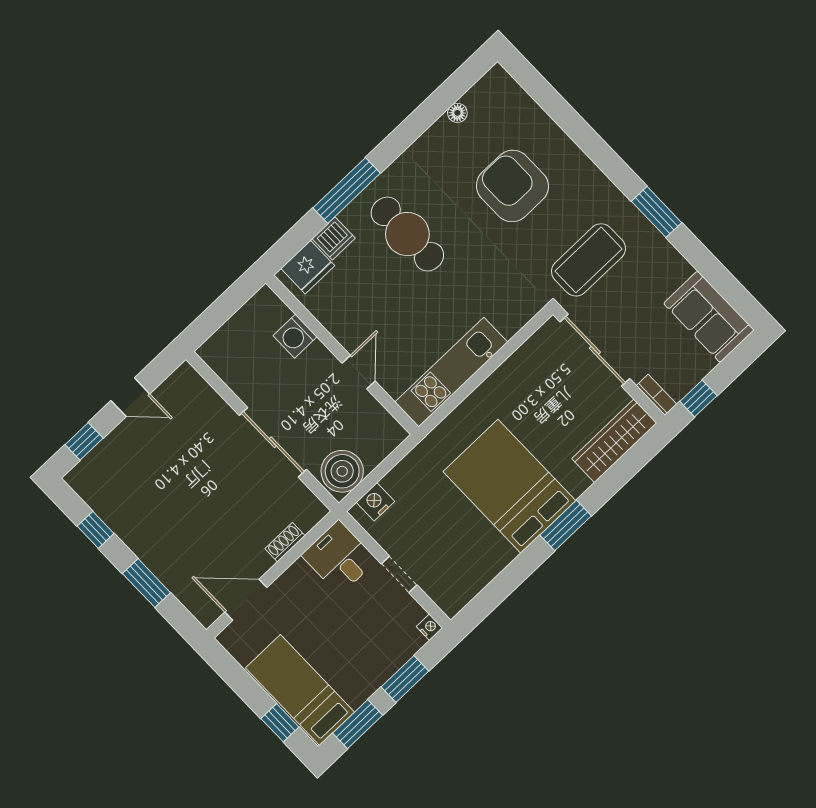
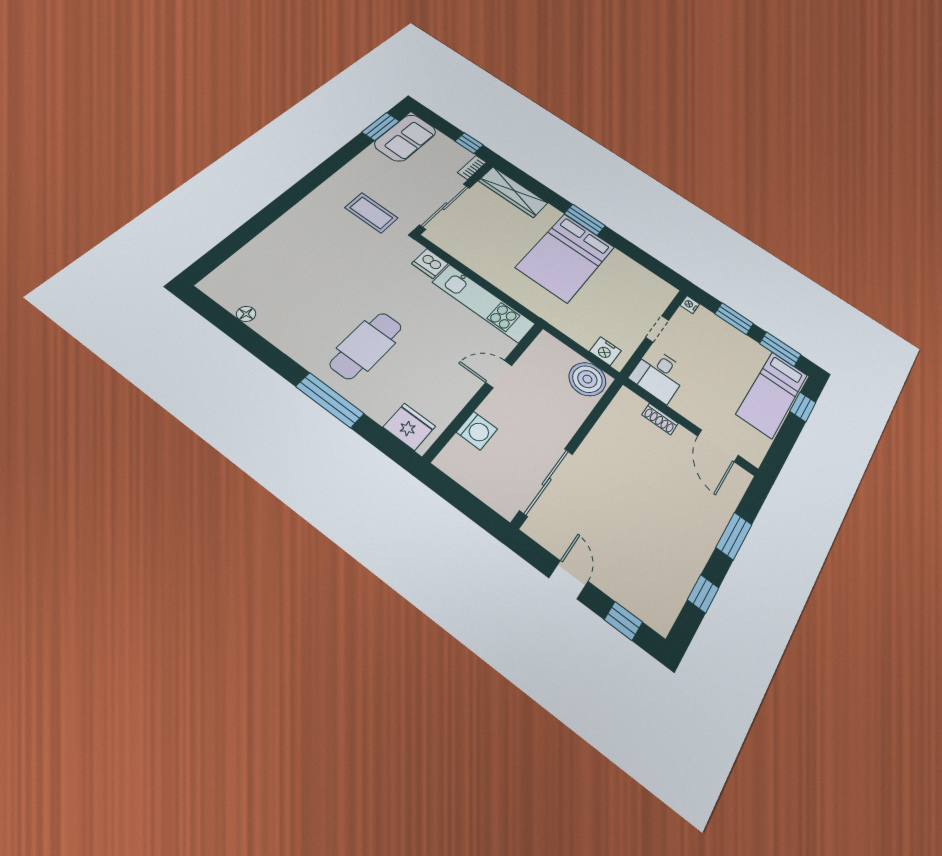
armchair: (512, 186) -> (313, 268), removed
window: (657, 212) -> (381, 126), moved
dishwasher: (334, 238) -> (430, 263), moved, turned 180
coffee table: (589, 260) -> (371, 213), width x0.73, depth x0.76
sliding door: (273, 442) -> (547, 482), moved

